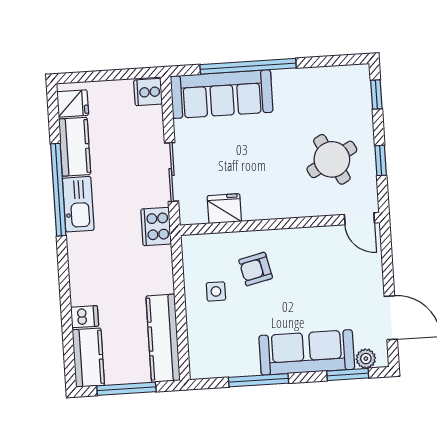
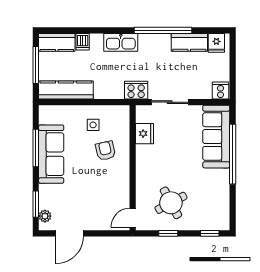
kitchen sink: (78, 204) -> (121, 42), moved
sofa: (307, 352) -> (51, 154), moved

